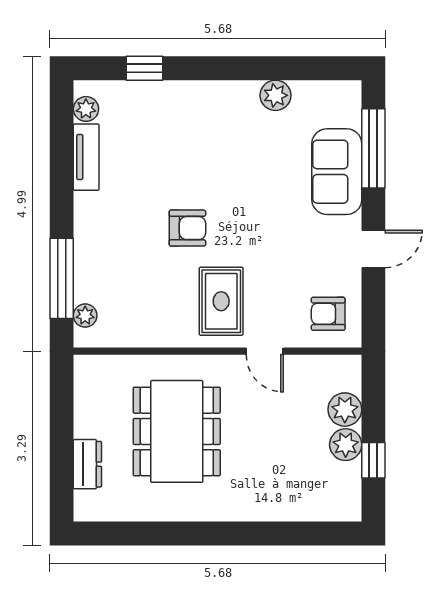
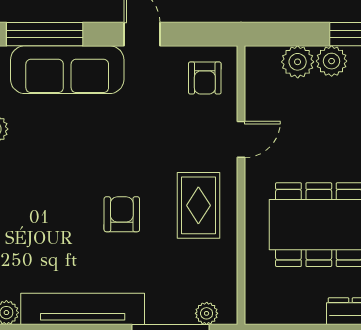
tv unit: (86, 157) -> (83, 309), width x1.92, depth x1.29
sofa: (337, 172) -> (67, 70), width x1.36
rug: (221, 301) -> (198, 205), moved, turned 90

